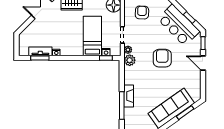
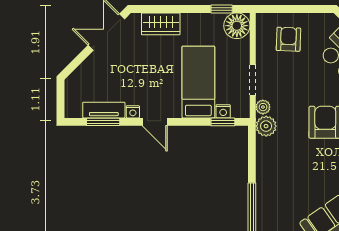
door: (68, 58) -> (155, 122), added
fireplace: (129, 96) -> (264, 191), removed

